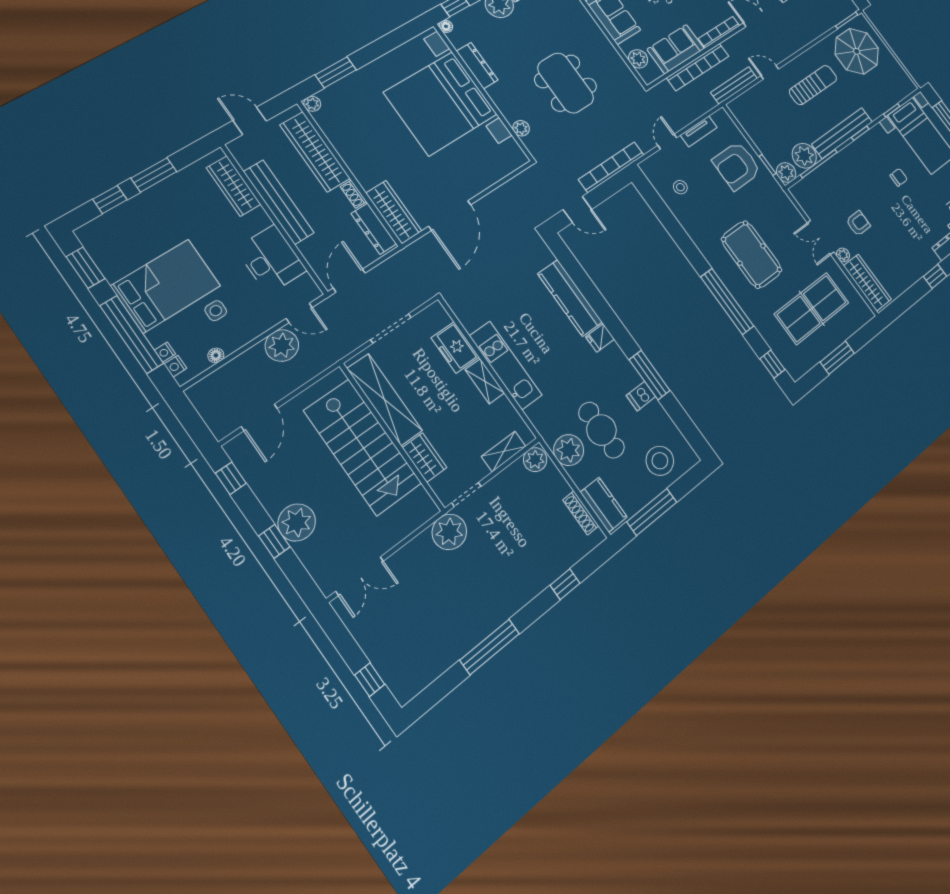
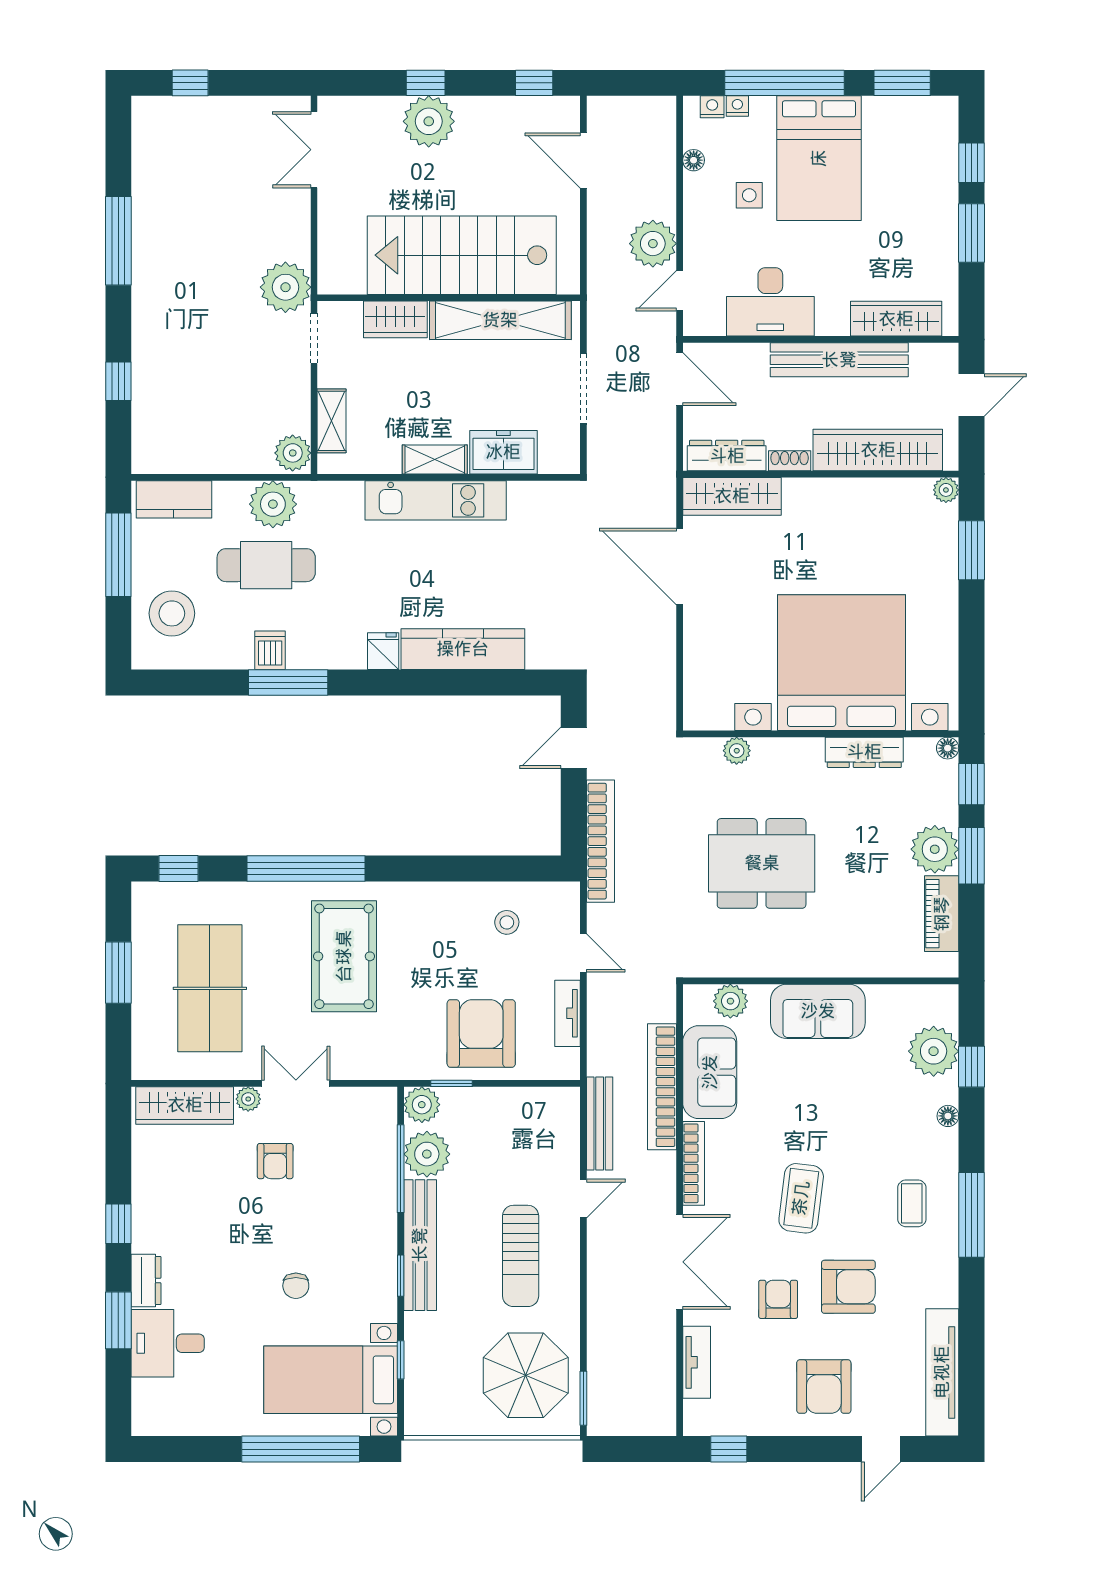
pool table: (752, 255) -> (344, 956), turned 90
shoe rack: (581, 513) -> (186, 463), removed

